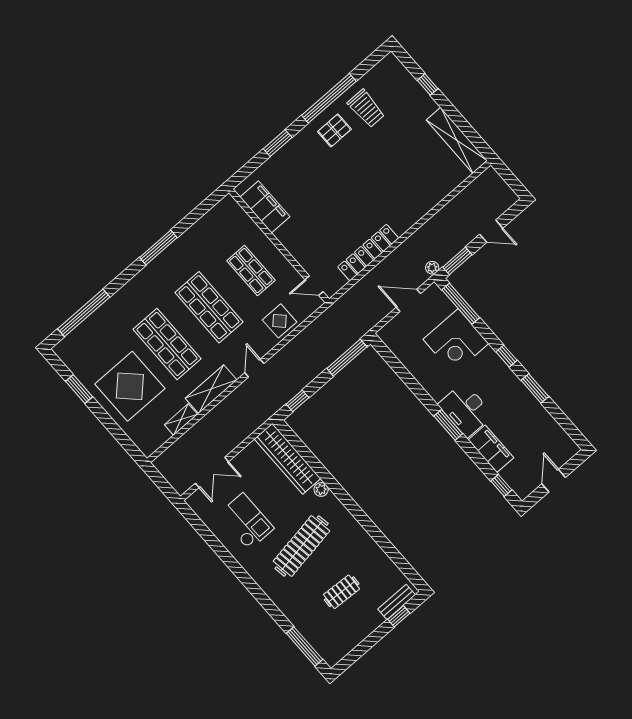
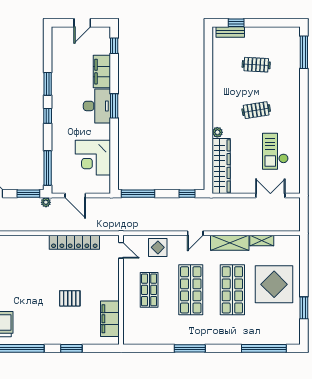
pallet: (334, 130) -> (70, 298), moved
corner desk: (456, 341) -> (93, 158), moved, turned 180
clothes rail: (302, 546) -> (256, 110), width x0.54, depth x0.76

